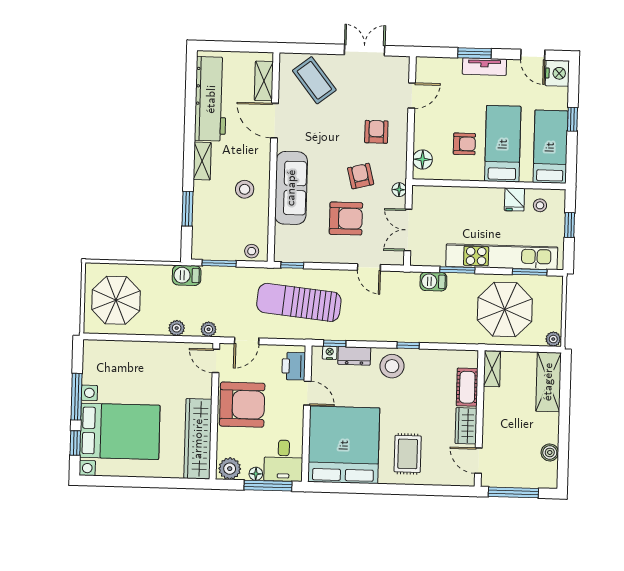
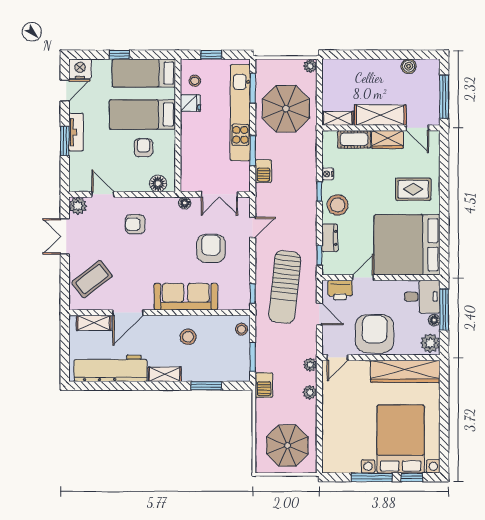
plant: (399, 66) -> (78, 206), added
armchair: (361, 176) -> (174, 237), removed
door: (247, 341) -> (319, 314), moved
nightstand: (330, 353) -> (328, 174), moved
shelving: (548, 382) -> (380, 115), moved
door: (478, 461) -> (417, 128), hinge flipped

